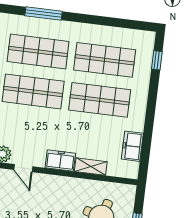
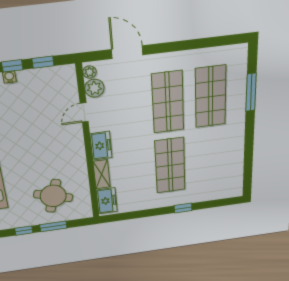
shop shelf: (105, 60) -> (210, 160), removed
window: (157, 60) -> (183, 208), moved
freezer: (132, 146) -> (107, 201), moved, turned 90

